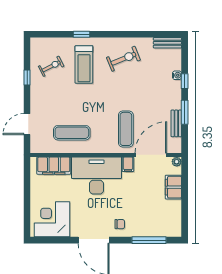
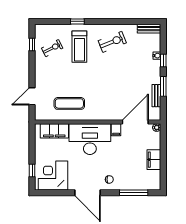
window: (27, 78) -> (32, 44), moved
exercise mat: (126, 129) -> (114, 100), removed
filing cabinet: (173, 187) -> (154, 160), moved
window: (27, 213) -> (32, 171), added

